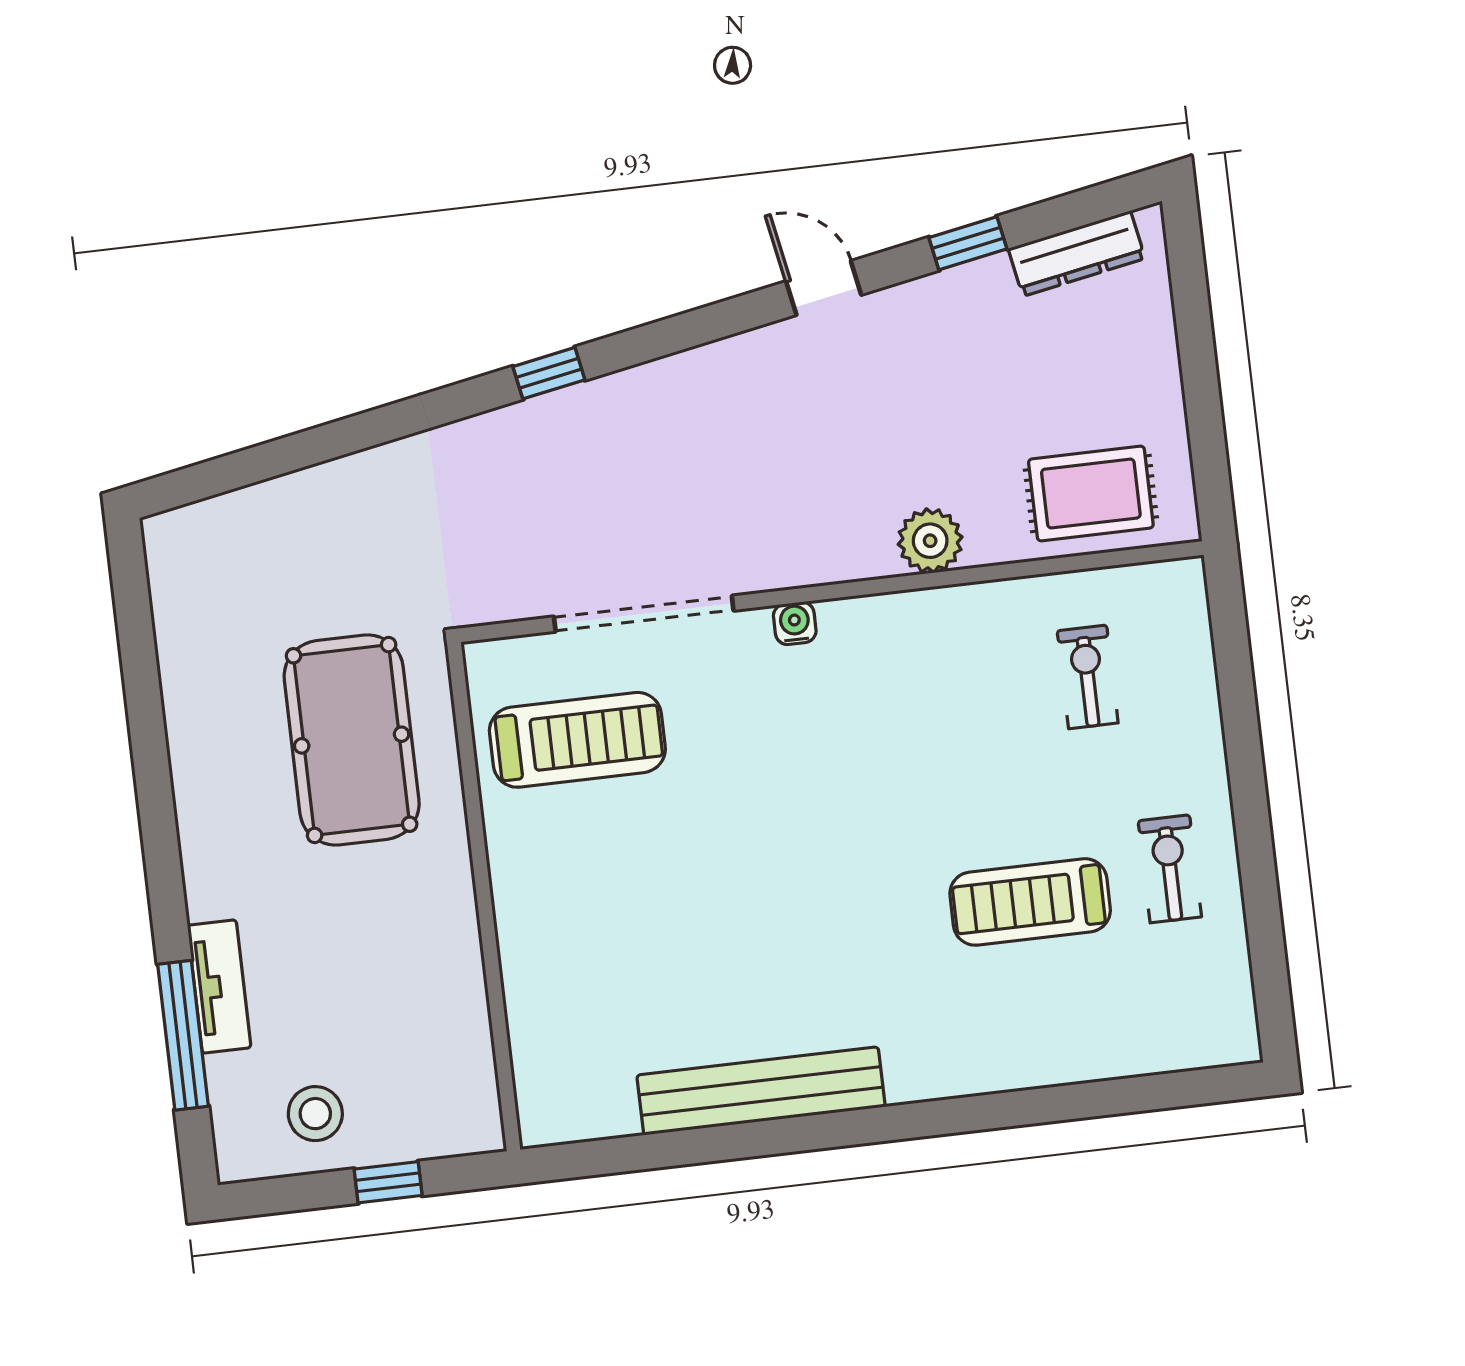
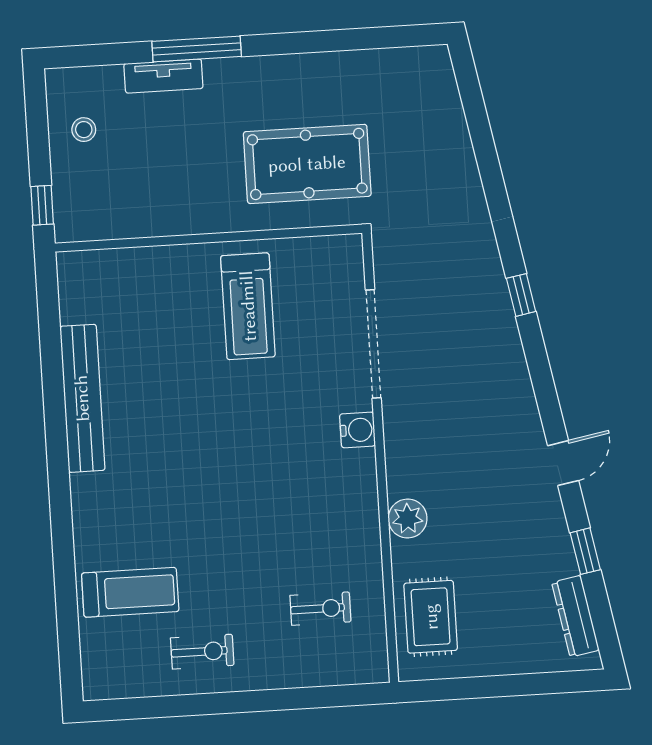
water cooler: (795, 623) -> (358, 430), width x1.38, depth x1.38
treadmill: (577, 740) -> (248, 306), moved
treadmill: (1030, 902) -> (130, 592), moved, turned 90
window: (183, 1035) -> (197, 49), moved
stool: (315, 1114) -> (84, 130), width x0.73, depth x0.73
window: (388, 1182) -> (42, 205), moved

